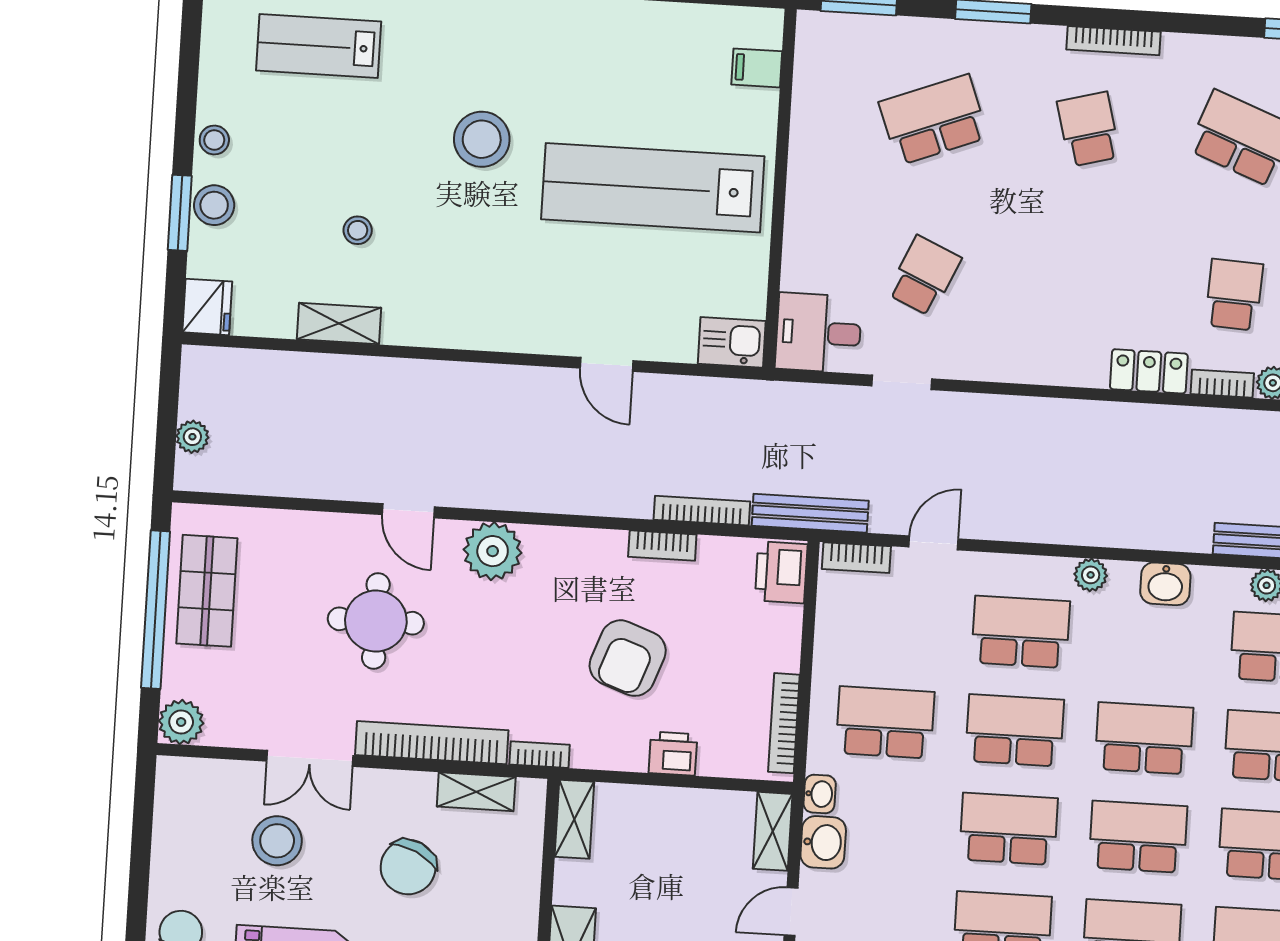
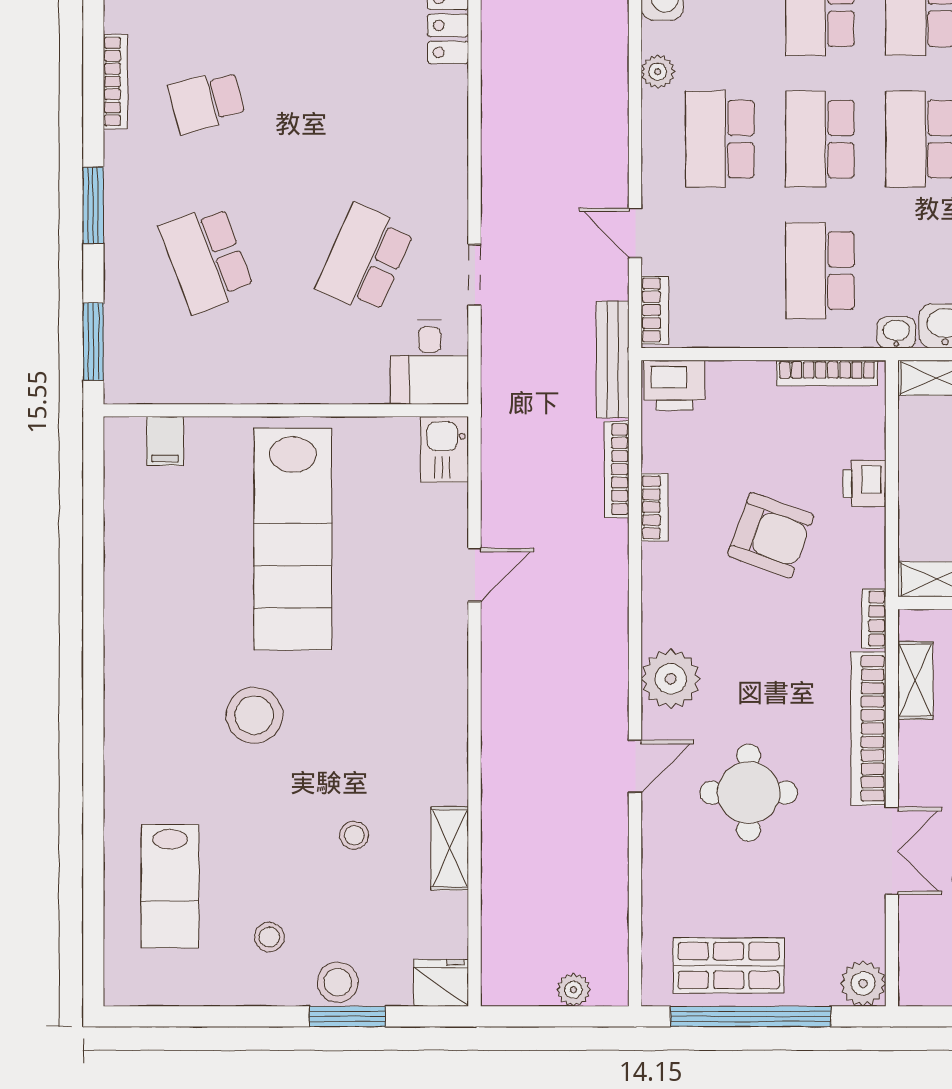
stool: (214, 140) -> (269, 937), moved
school desk: (924, 276) -> (365, 259), width x1.85

